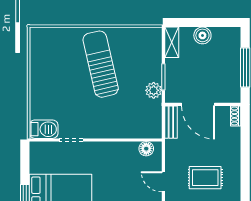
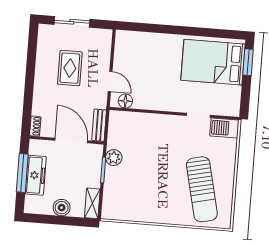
sun lounger: (101, 64) -> (202, 189), moved
freezer: (231, 66) -> (36, 175), added
rug: (205, 178) -> (70, 68), turned 90
door: (163, 182) -> (110, 81), moved

